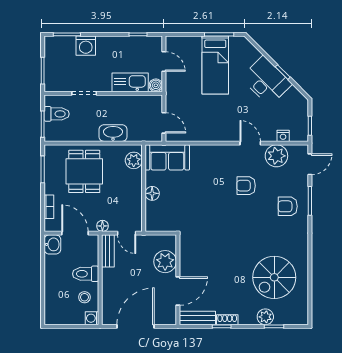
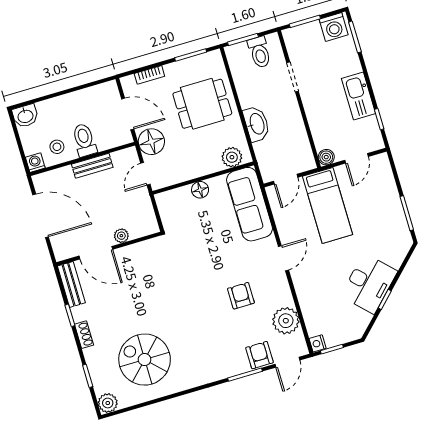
washing machine: (86, 46) -> (334, 27), moved, turned -90
bed: (215, 65) -> (328, 205), moved, turned -90
kitchen sink: (130, 82) -> (358, 96), moved, turned 180
nightstand: (283, 136) -> (318, 343), moved
door: (250, 143) -> (283, 258), moved
sofa: (167, 157) -> (250, 204), width x1.36
door: (310, 164) -> (287, 362), hinge flipped
armchair: (288, 206) -> (259, 355), moved
floor lamp: (102, 226) -> (151, 142), width x1.89, depth x1.89
door: (75, 233) -> (128, 114), hinge flipped
washbasin: (52, 244) -> (25, 116), moved
bench: (108, 251) -> (92, 166), moved
plant: (165, 262) -> (121, 236), width x0.53, depth x0.53
plant: (265, 317) -> (108, 403), moved
shoe rack: (227, 320) -> (84, 335), moved

